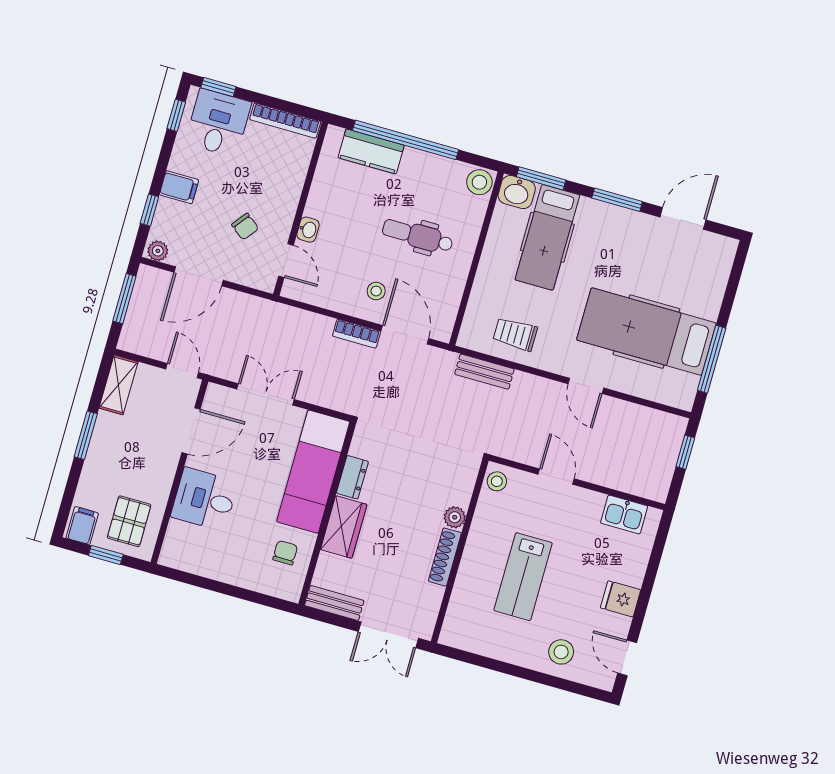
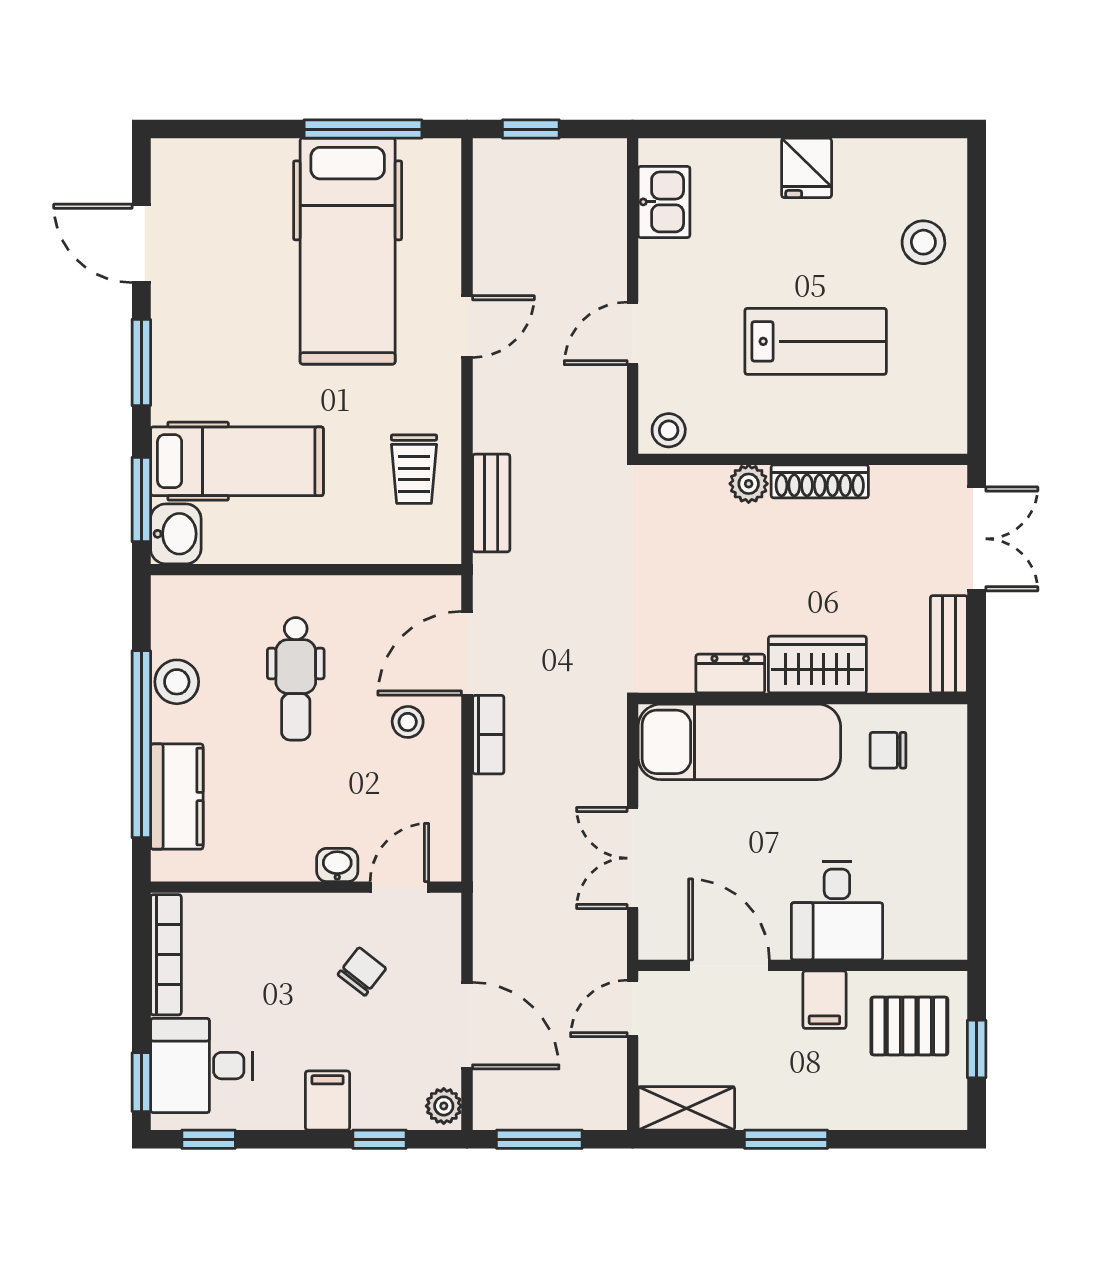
stool: (479, 182) -> (177, 682), moved
filing cabinet: (82, 526) -> (824, 1000), moved, turned -90
door: (627, 658) -> (902, 129), removed

